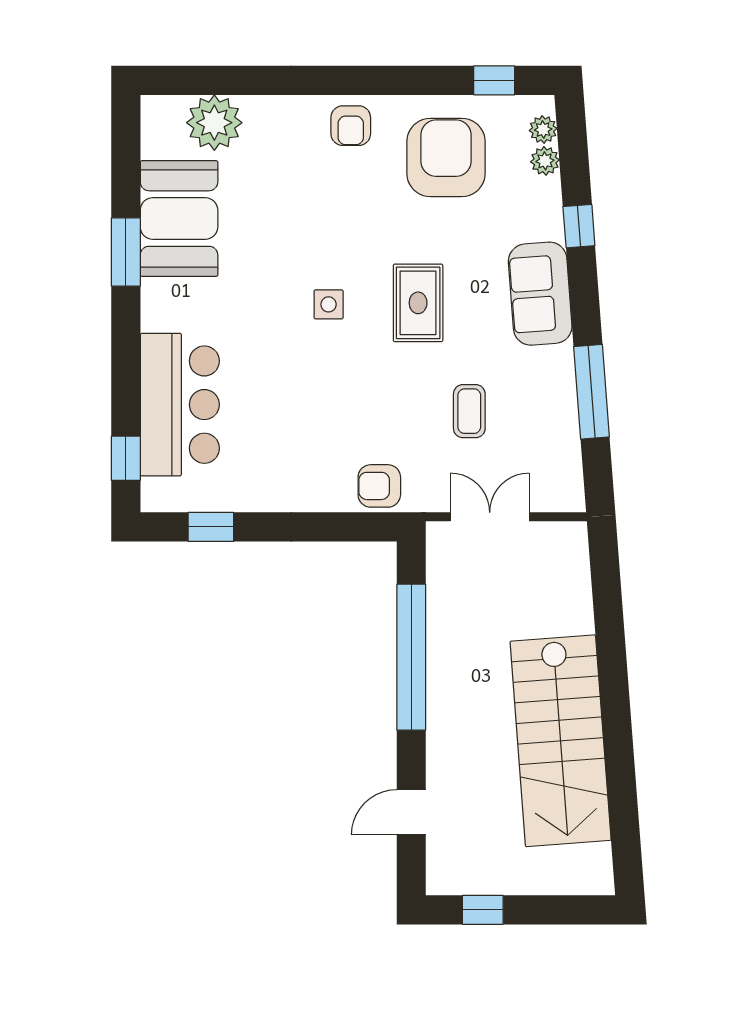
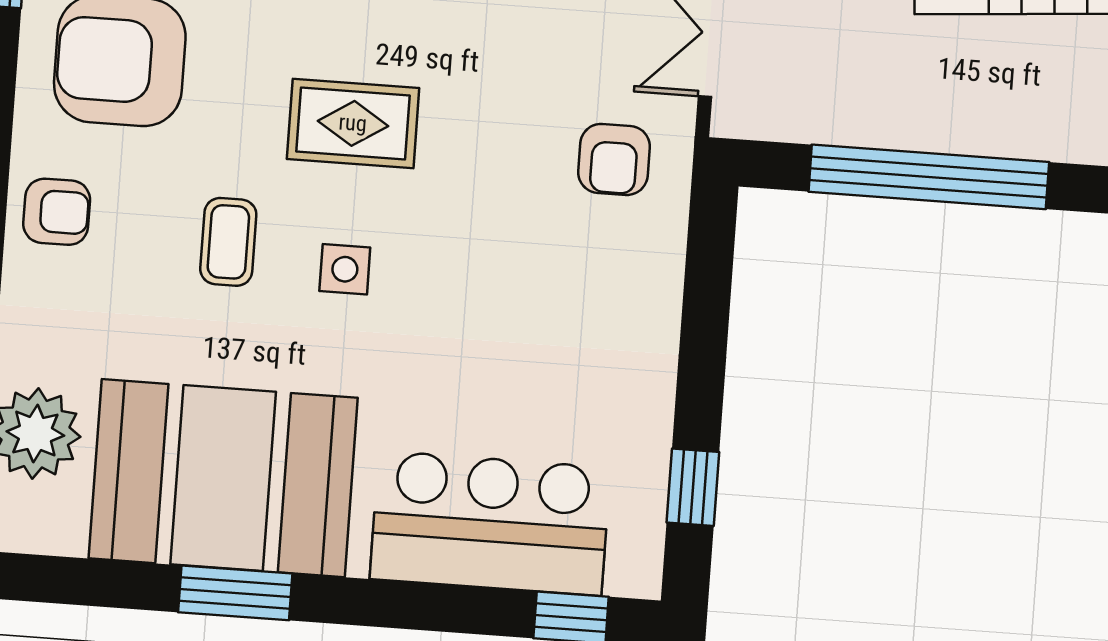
booth: (179, 219) -> (223, 478), width x1.36, depth x1.42
coffee table: (469, 411) -> (228, 242), moved, turned 90
armchair: (379, 486) -> (614, 159), moved

